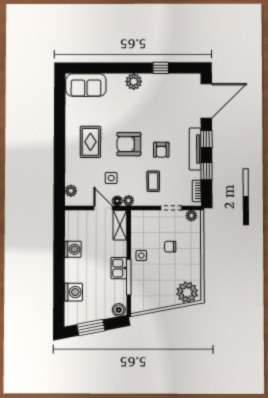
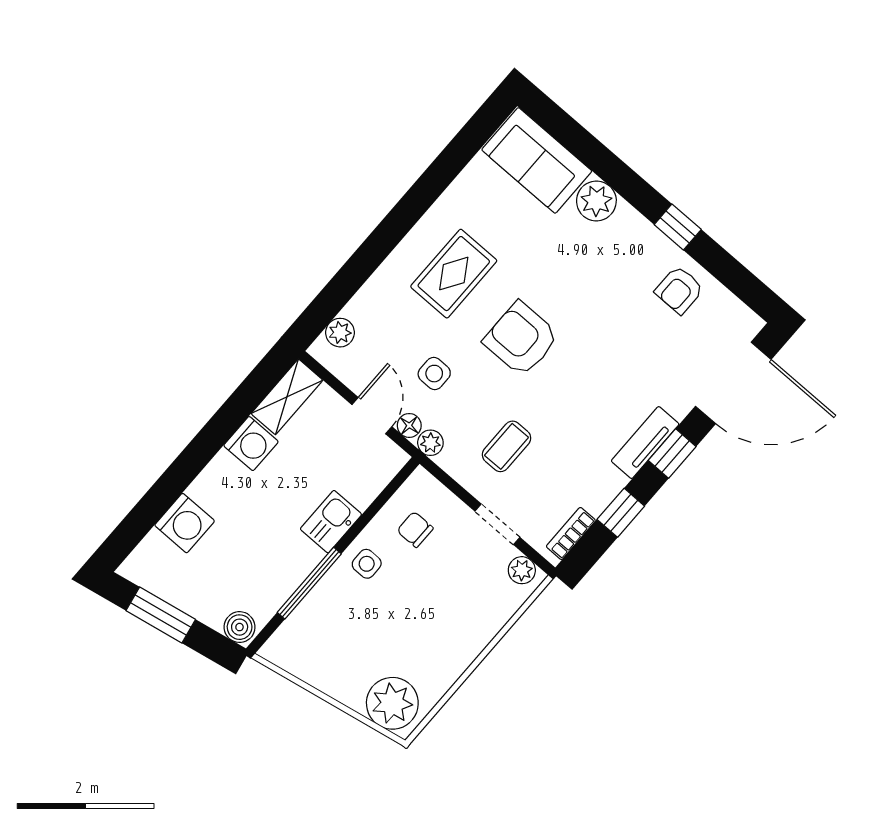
window: (161, 68) -> (678, 227), moved
plant: (134, 82) -> (596, 201), moved
tv unit: (195, 149) -> (645, 443), width x0.71
armchair: (161, 150) -> (679, 290), moved
shelving: (120, 225) -> (287, 397), moved
chair: (170, 247) -> (415, 529), moved
kitchen sink: (119, 268) -> (331, 522), moved

